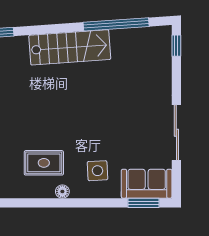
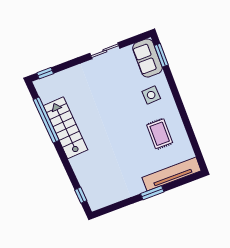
stairs: (70, 47) -> (65, 128), moved
sliding door: (176, 133) -> (105, 51), width x0.73
floor lamp: (62, 192) -> (174, 114), removed

